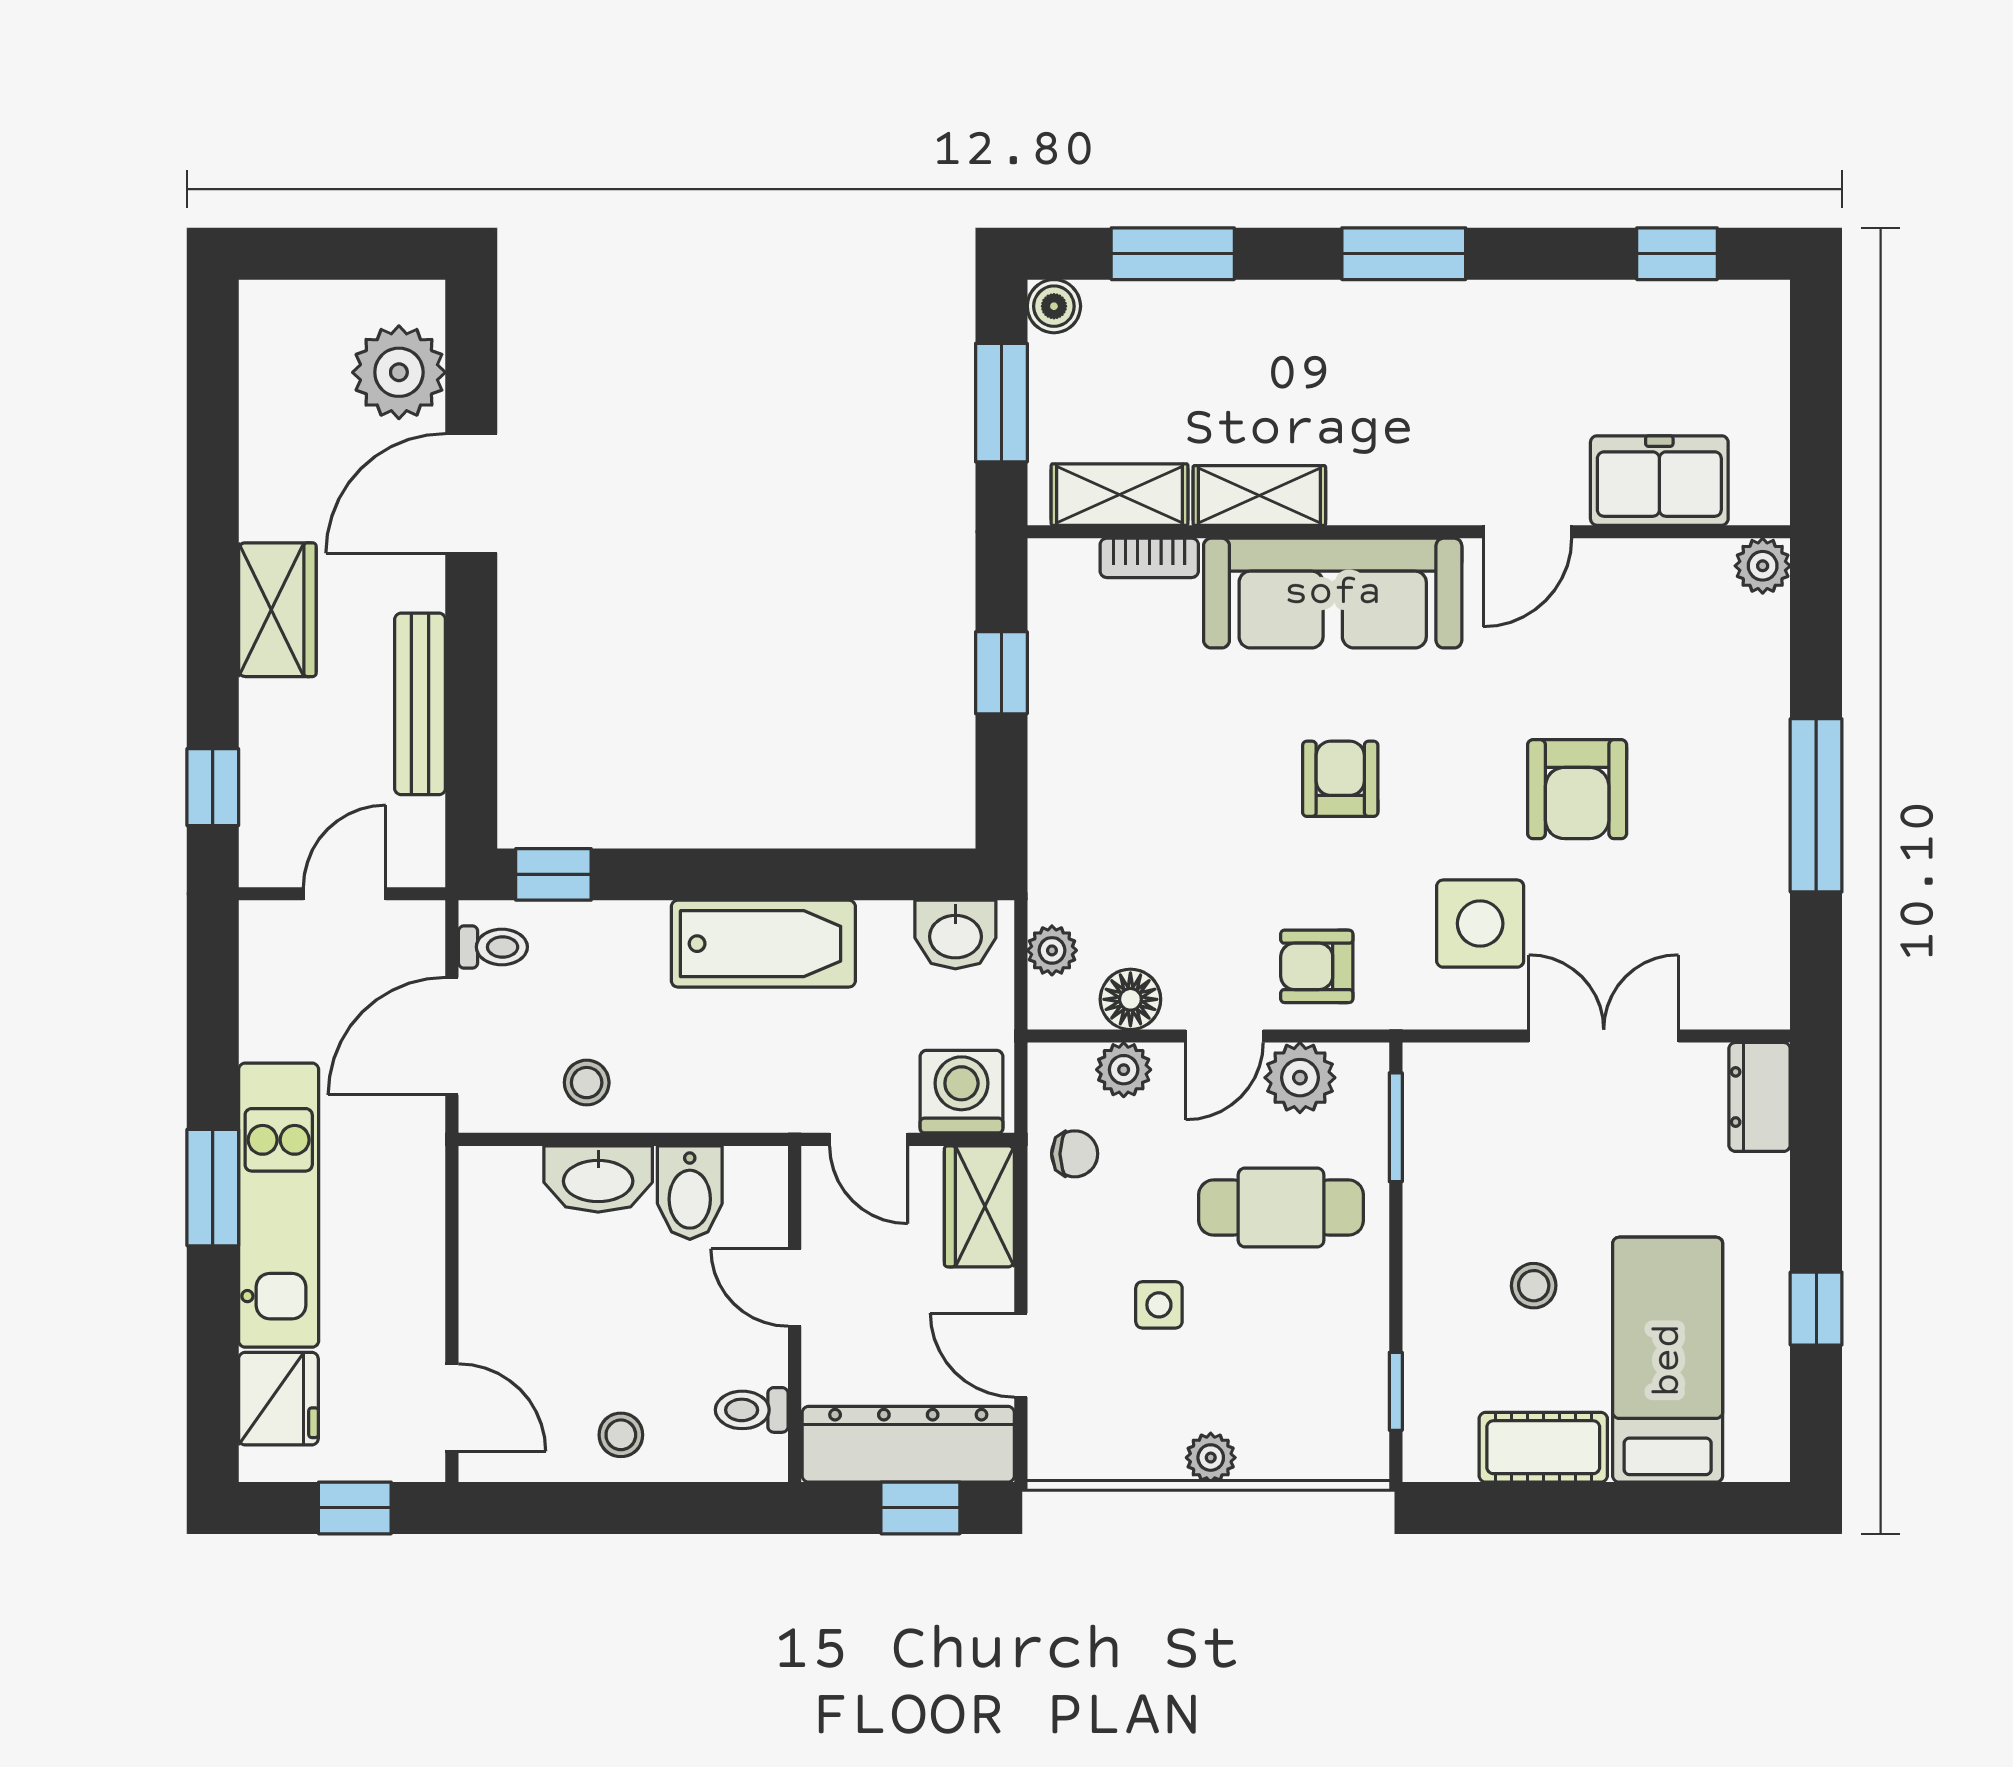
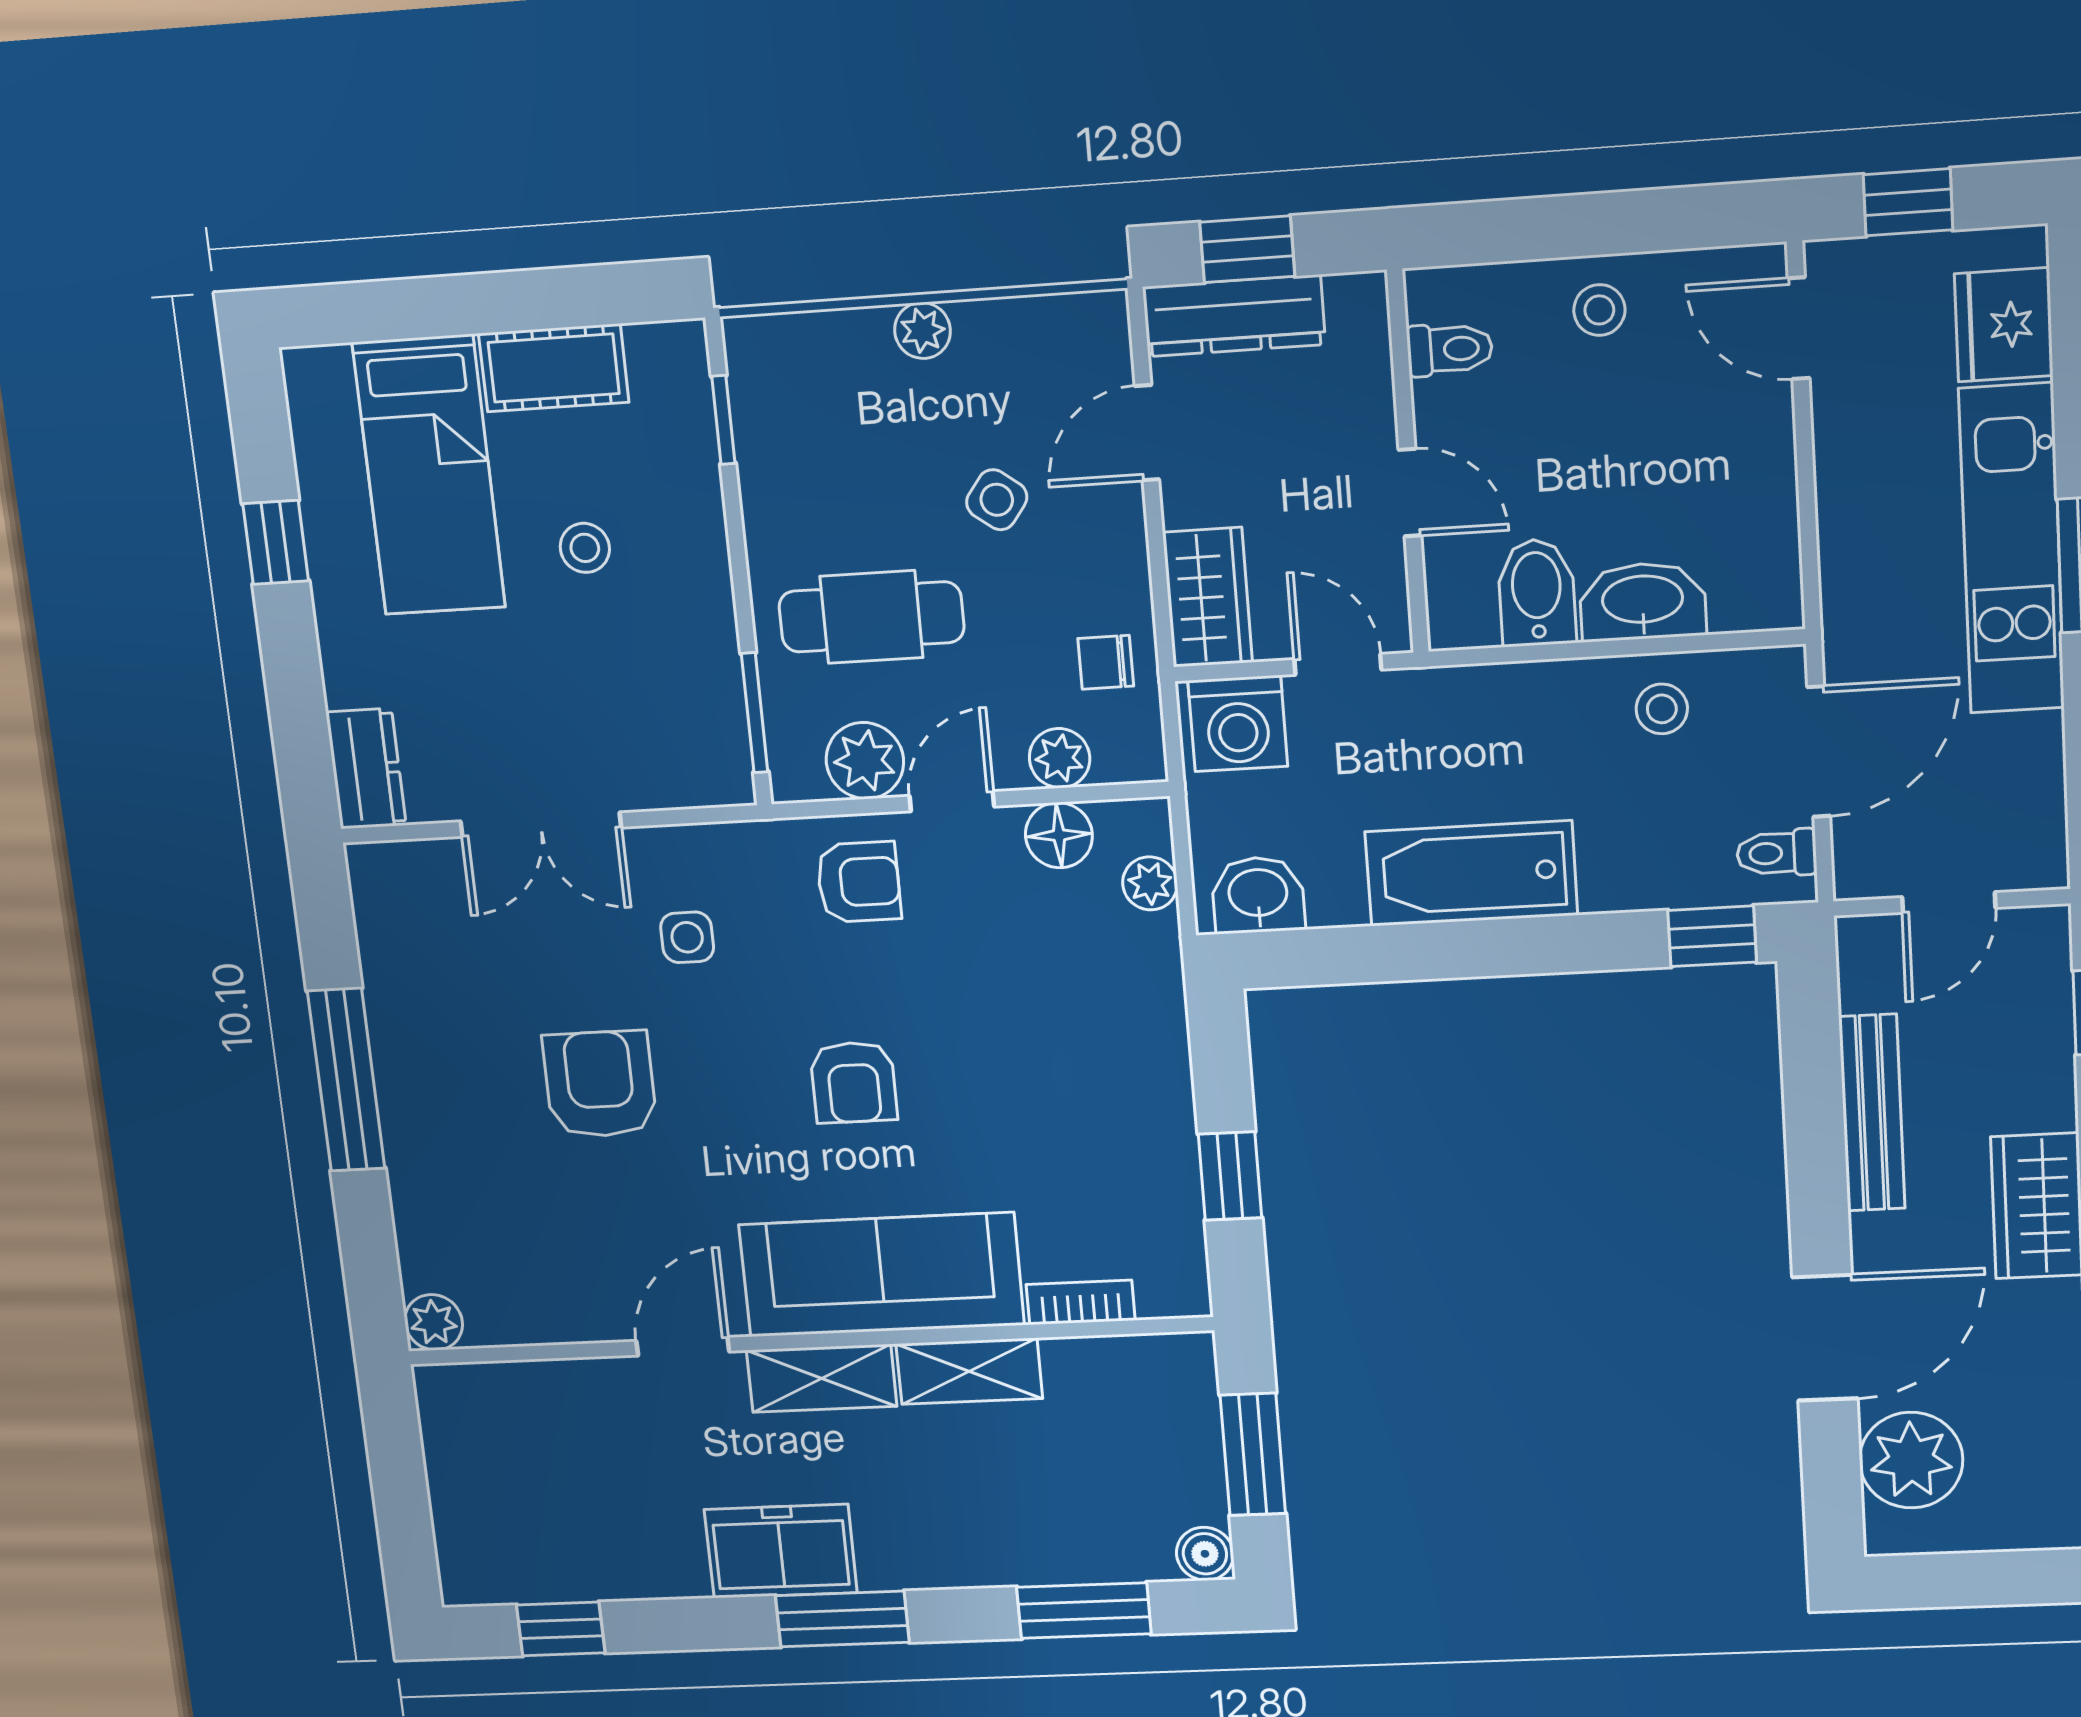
freezer: (1659, 481) -> (781, 1551), moved, turned 180
shelving: (1120, 495) -> (822, 1378), moved
side table: (1480, 924) -> (687, 937), width x0.54, depth x0.54
side table: (1159, 1305) -> (997, 500), turned 37
door: (1021, 1355) -> (1147, 433), swing flipped
dresser: (908, 1444) -> (1234, 316), width x0.73, depth x0.80

